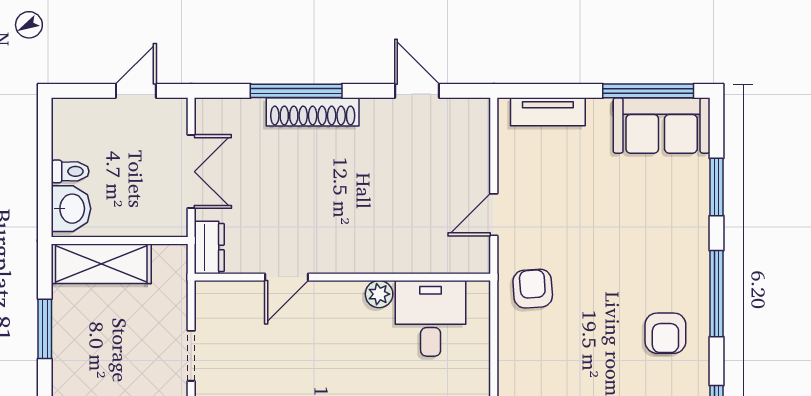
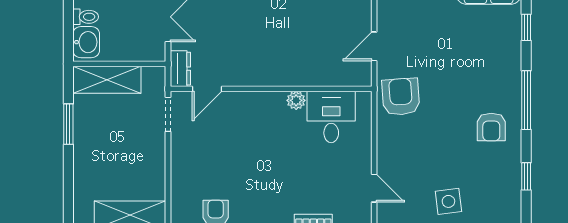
window: (716, 187) -> (526, 27), width x0.67
door: (286, 277) -> (207, 89), moved
armchair: (533, 289) -> (401, 97), width x1.38, depth x1.38
doorway: (191, 356) -> (168, 114), moved

